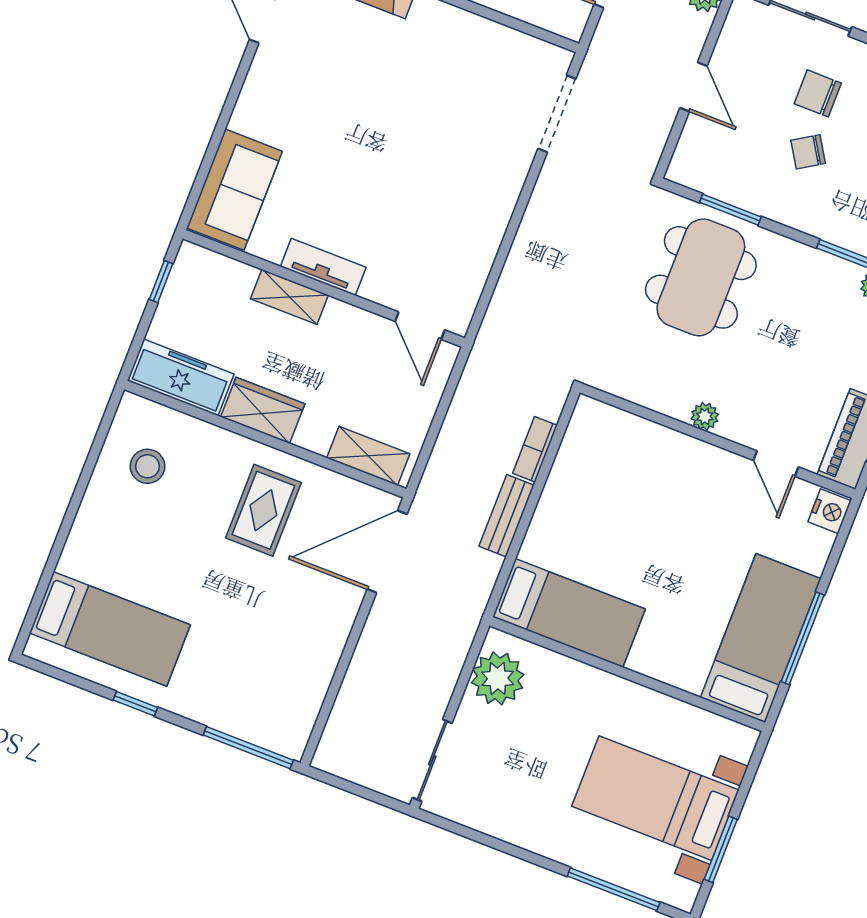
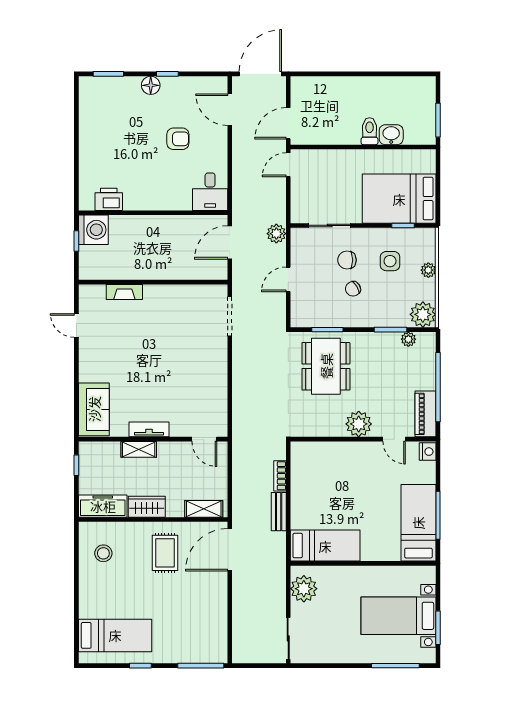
door: (693, 87) -> (288, 279), swing flipped
plant: (705, 416) -> (359, 424), width x1.87, depth x1.87

